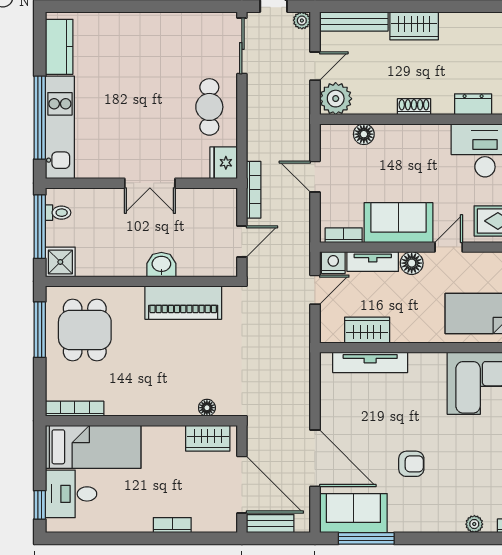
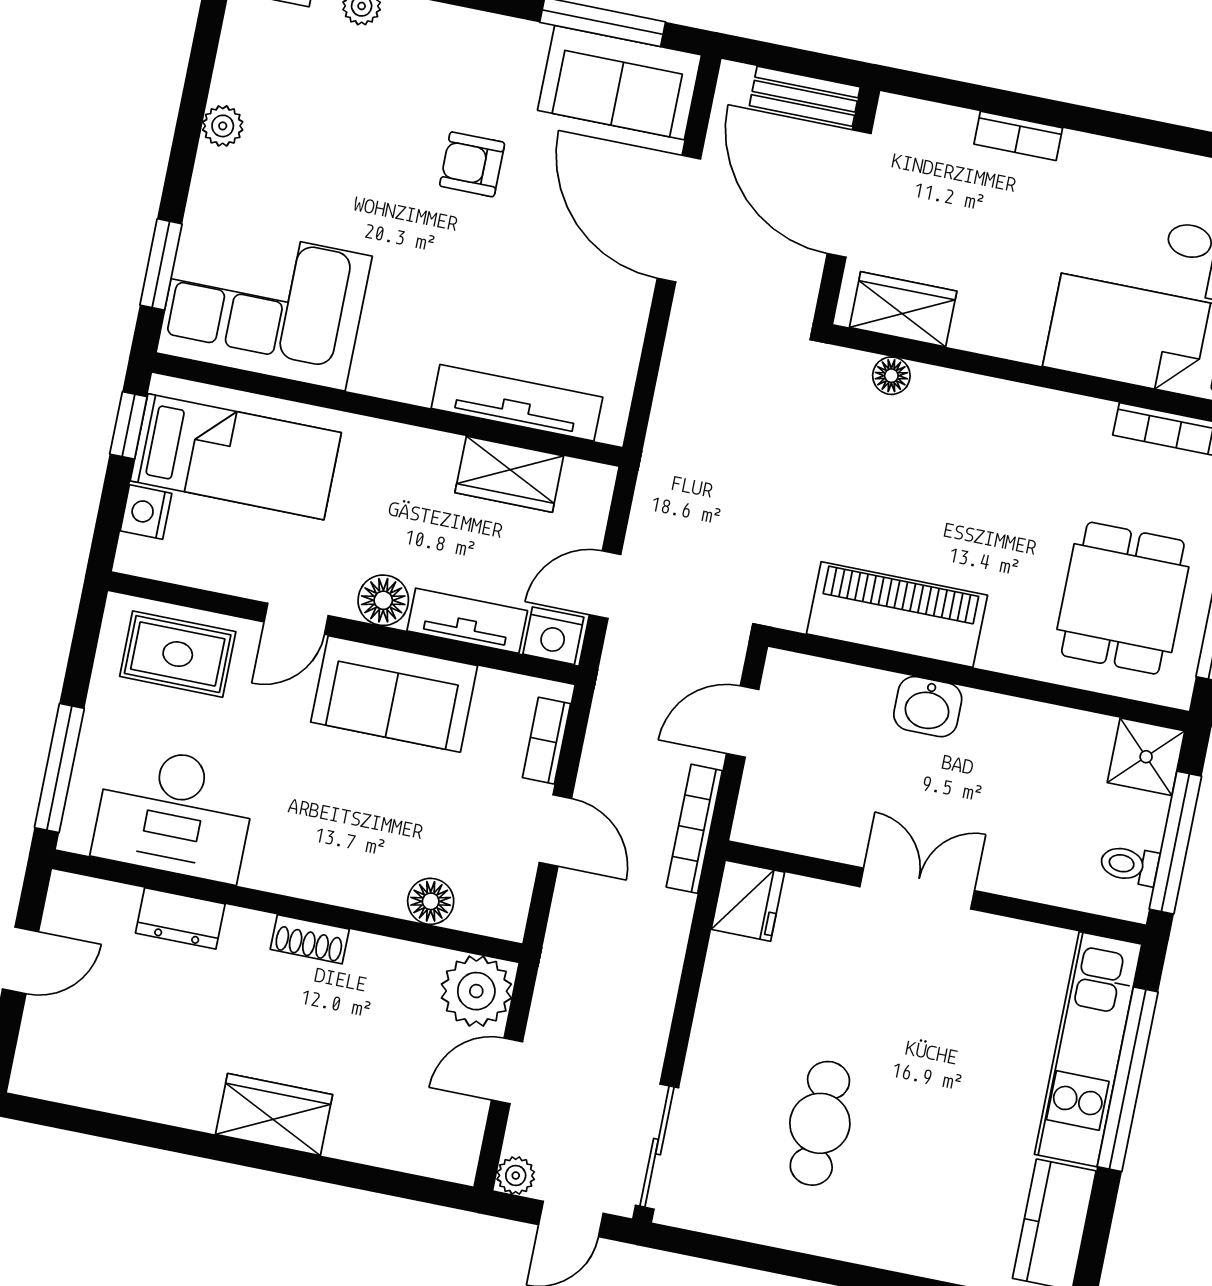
bench: (354, 21) -> (403, 1151), removed
cafe table: (209, 107) -> (820, 1123), moved
bookcase: (344, 235) -> (546, 741), moved, turned 90

